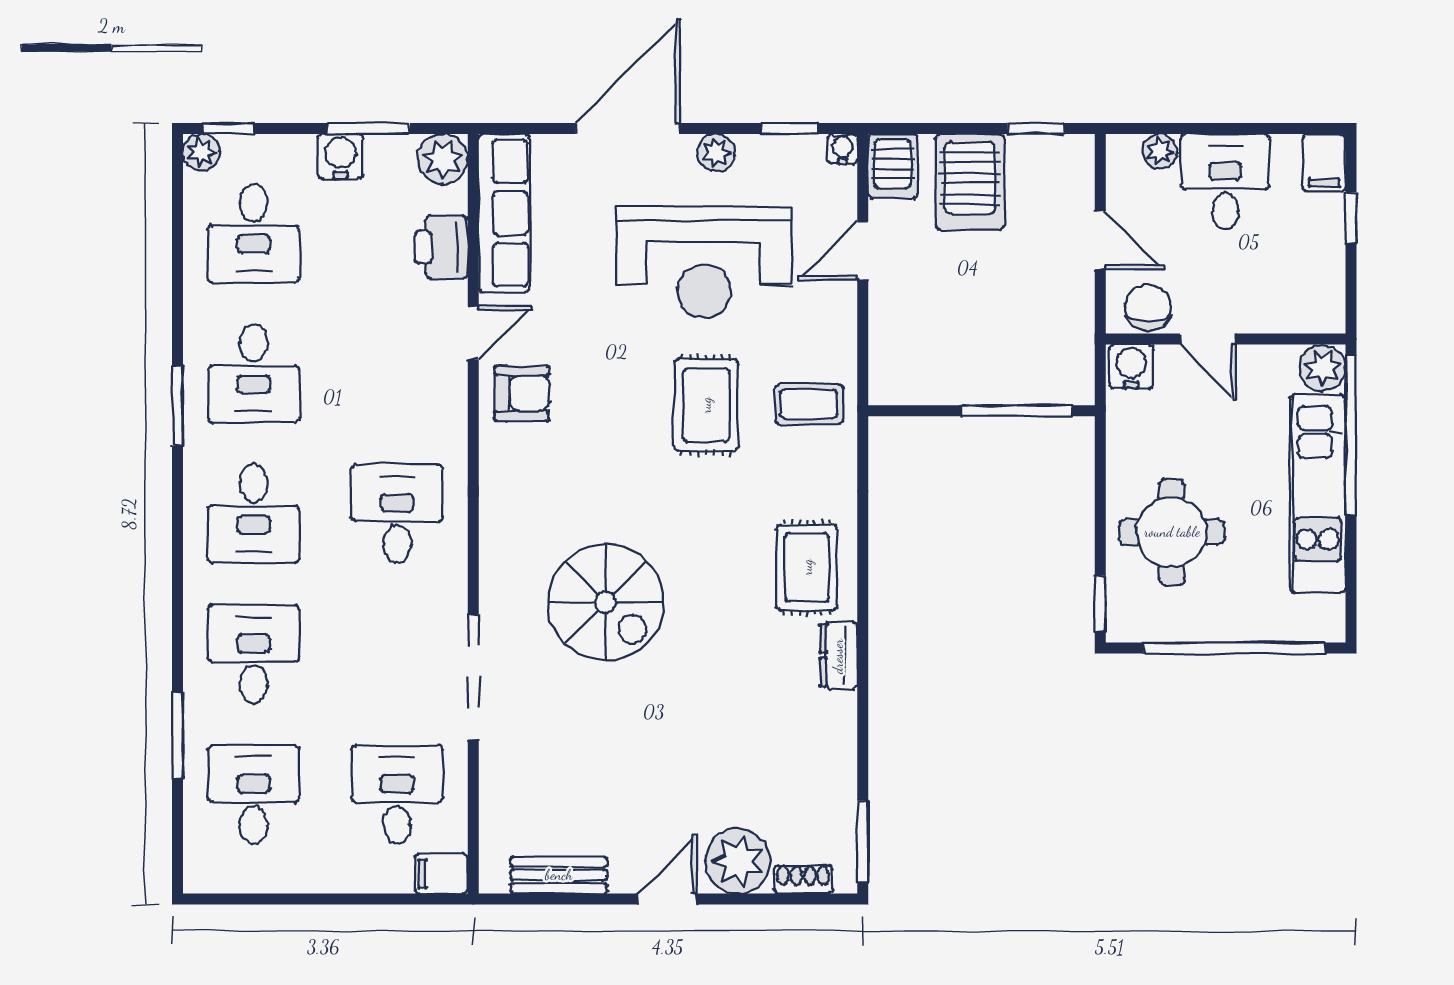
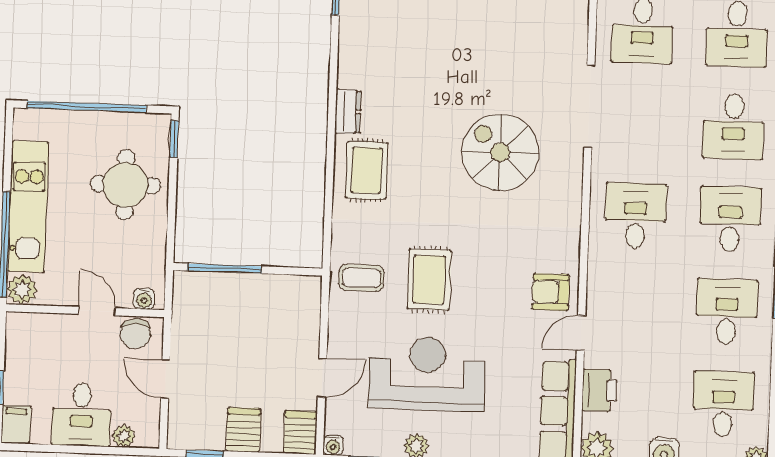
server rack: (970, 182) -> (244, 430), width x0.73, depth x0.70
water cooler: (1131, 366) -> (144, 299), width x0.72, depth x0.72
desk: (397, 514) -> (636, 216), turned 180

